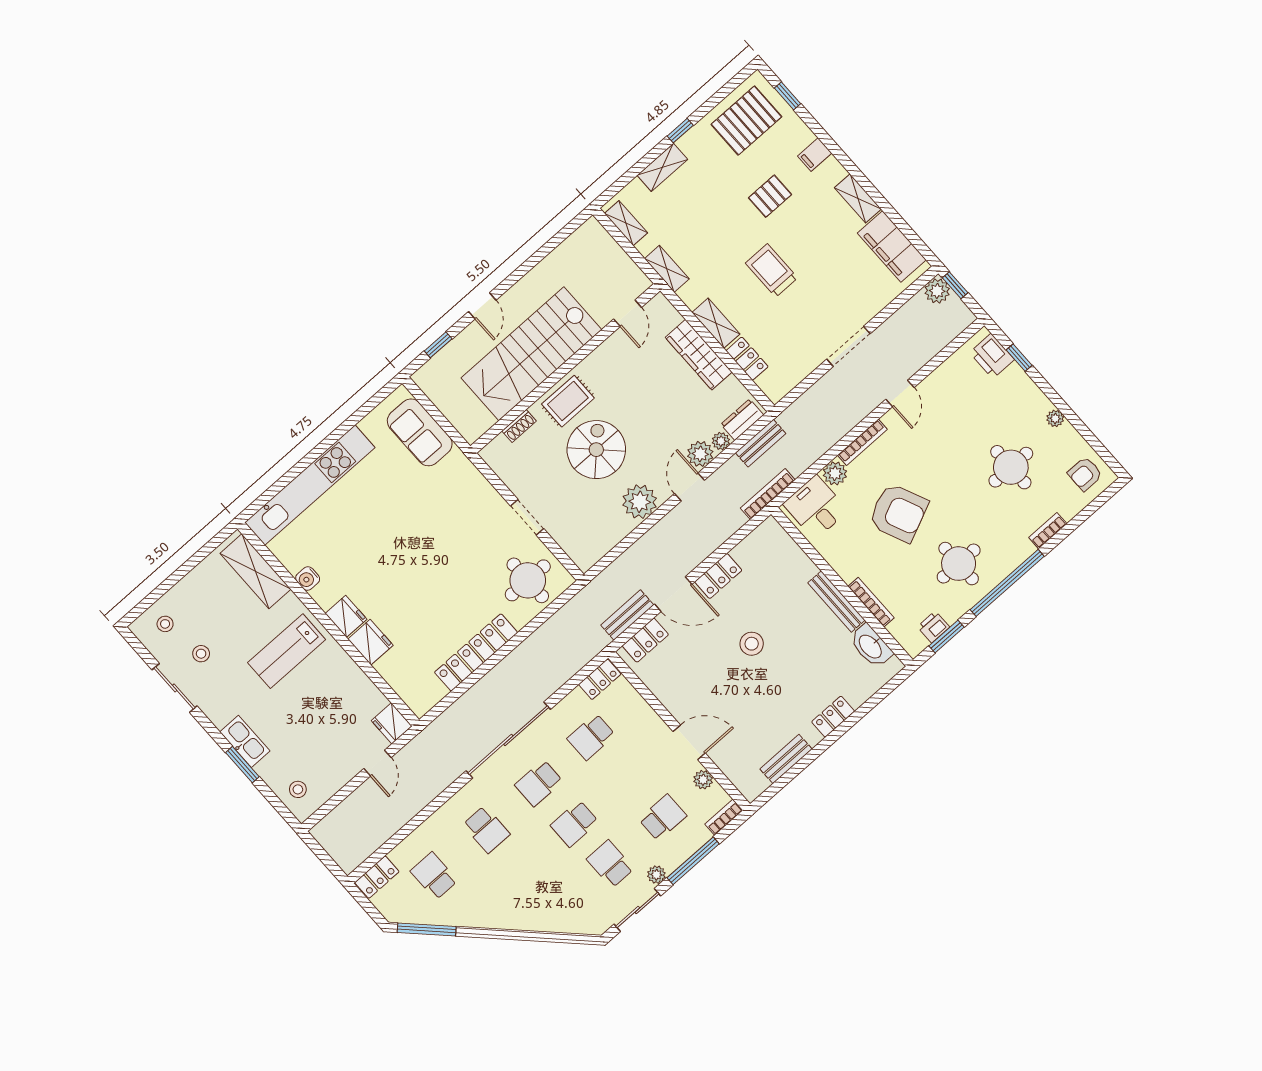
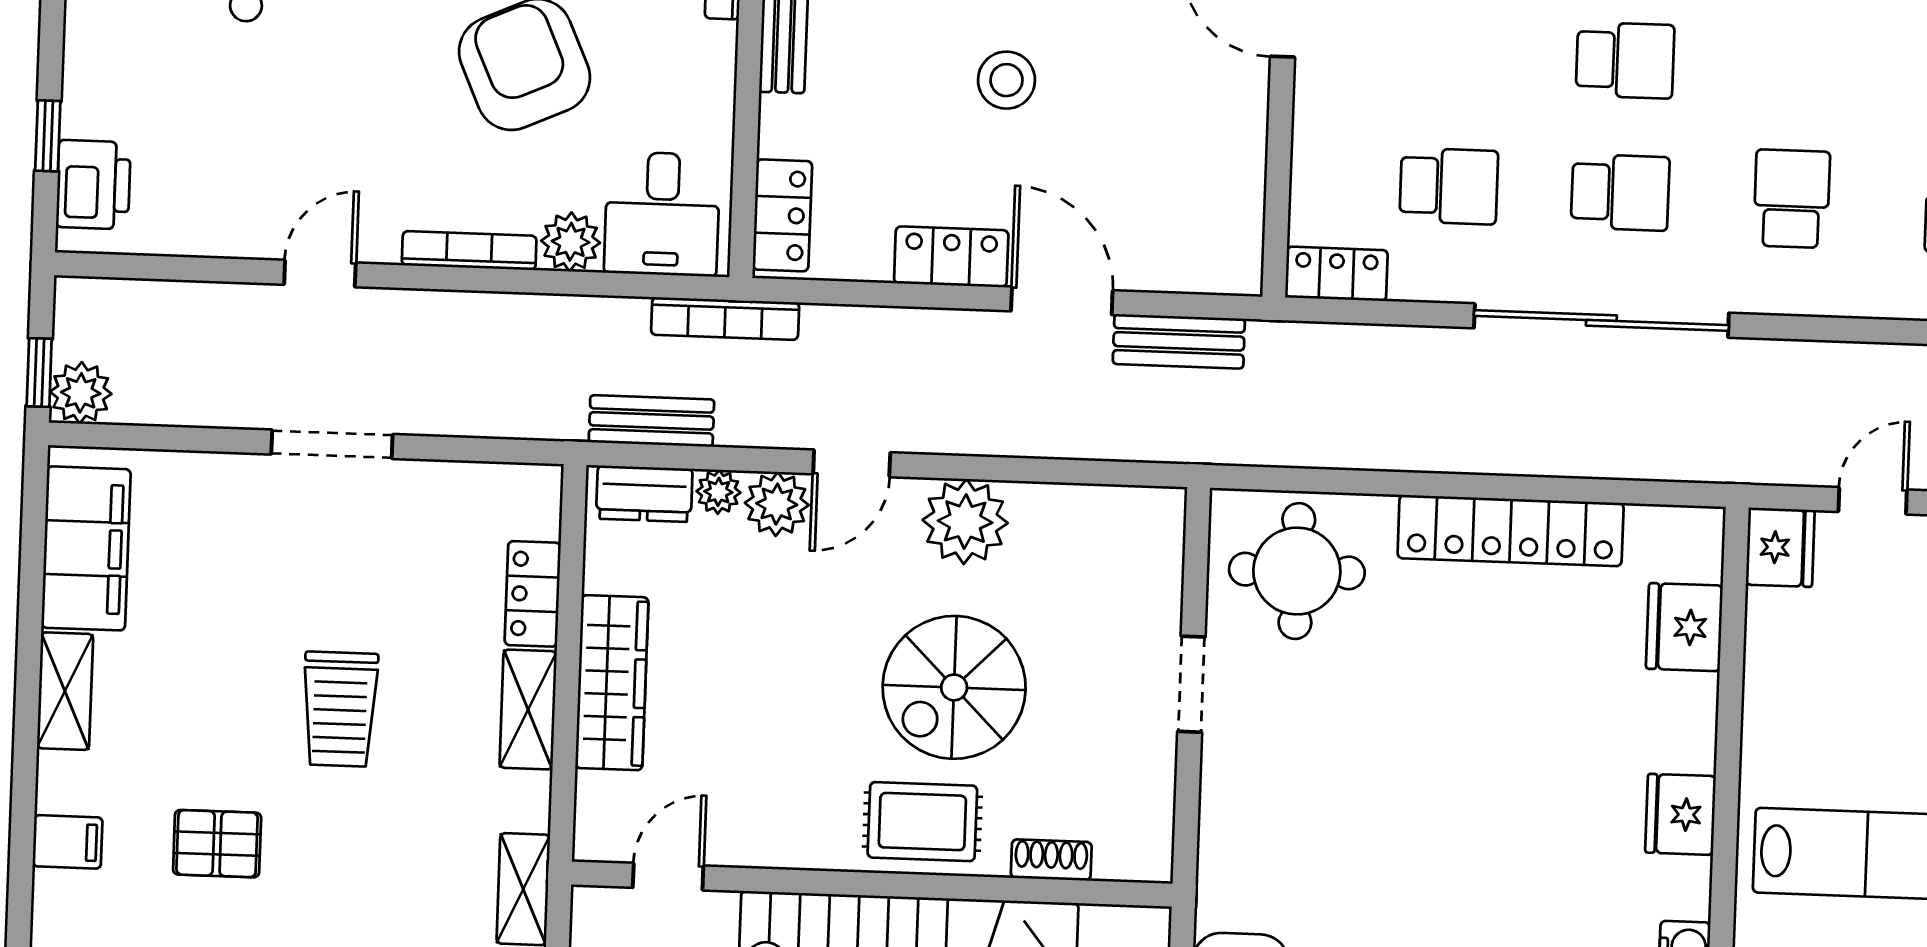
locker: (645, 640) -> (782, 215), moved, turned 90
fridge: (370, 642) -> (1684, 627), moved

